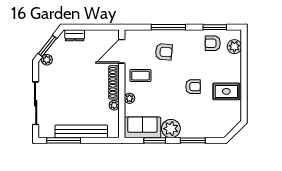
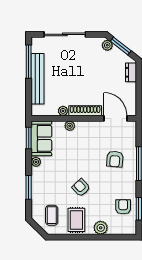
plant: (234, 47) -> (101, 228), moved
coffee table: (141, 76) -> (52, 215), moved
armchair: (193, 87) -> (81, 188), turned 137
plant: (171, 129) -> (36, 162), width x0.53, depth x0.53
window: (155, 140) -> (29, 138), moved

